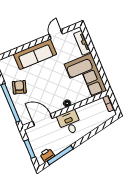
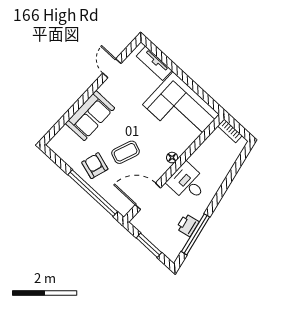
sofa: (35, 54) -> (90, 116), width x0.73
coffee table: (41, 88) -> (126, 152), added
printer: (47, 155) -> (188, 225), moved

